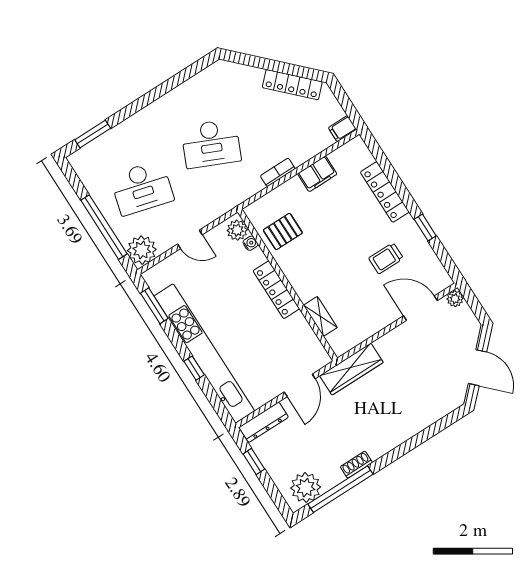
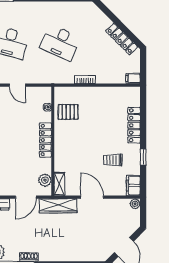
filing cabinet: (317, 174) -> (133, 186), moved, turned 90
plant: (237, 230) -> (45, 180), moved
door: (420, 308) -> (92, 197), moved
shelving: (320, 316) -> (59, 184), moved

